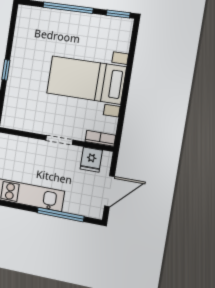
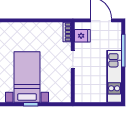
bed with nightstands: (86, 80) -> (27, 77), moved, turned 180

